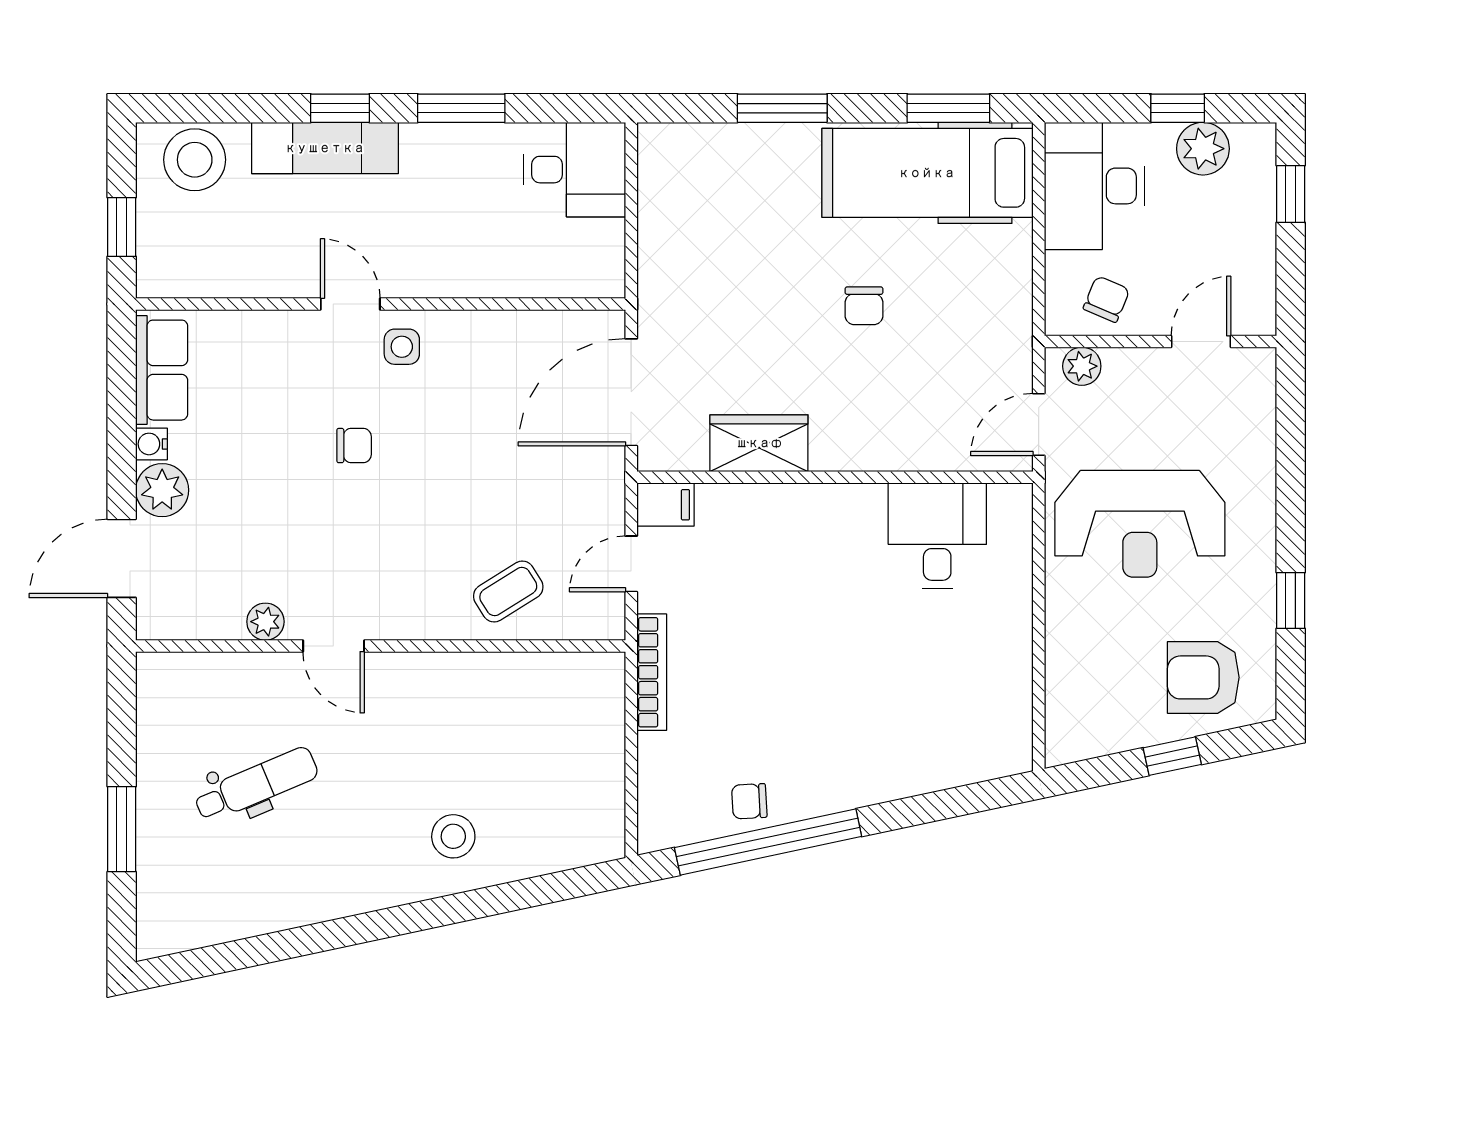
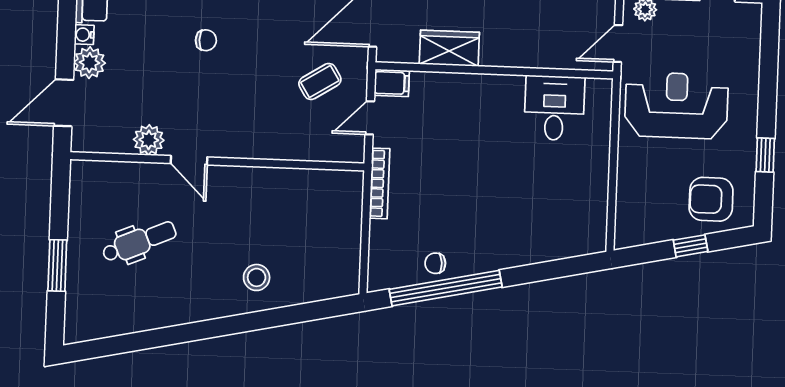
reception desk: (1140, 524) -> (676, 105), turned 180
coffee table: (508, 592) -> (320, 81), moved
plant: (265, 622) -> (149, 140), width x1.38, depth x1.38

